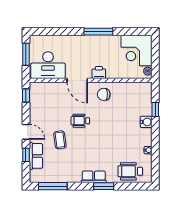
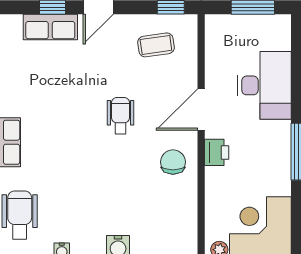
desk: (48, 65) -> (264, 85), moved, turned 180
coffee table: (60, 140) -> (156, 45), moved

